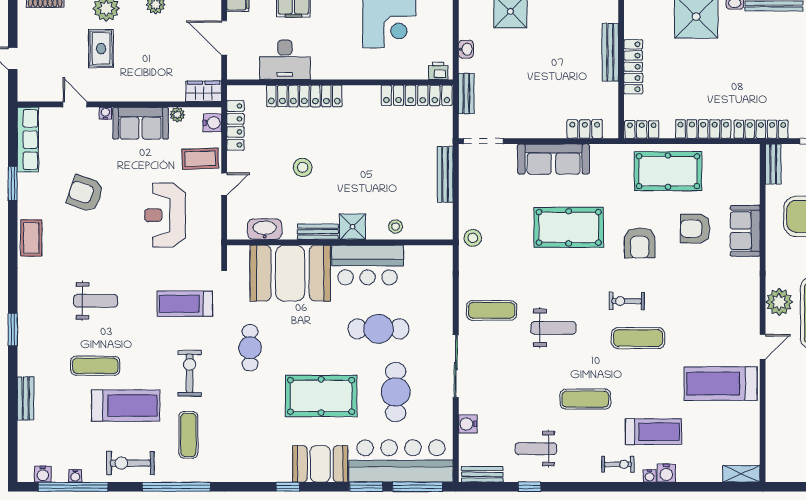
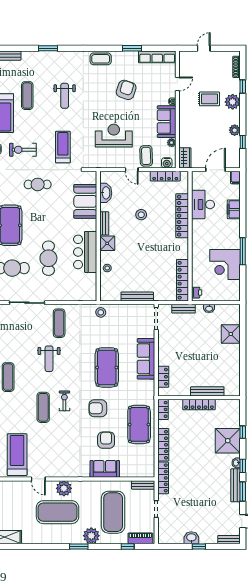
booth: (290, 273) -> (85, 201), width x0.73, depth x0.70
exercise bike: (190, 373) -> (23, 150), turned 180

